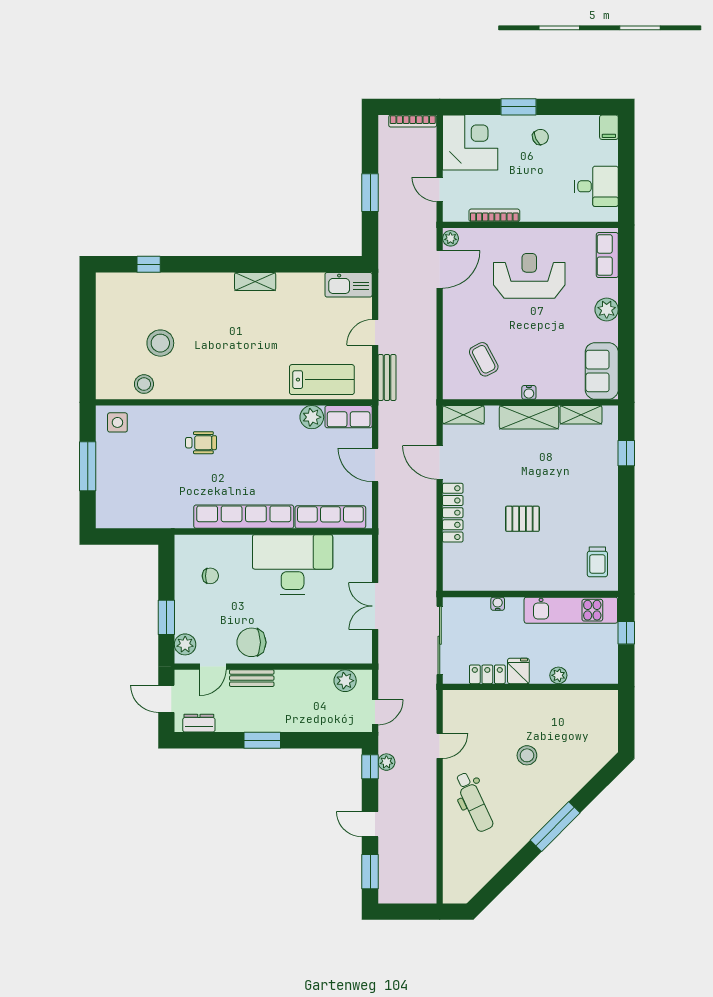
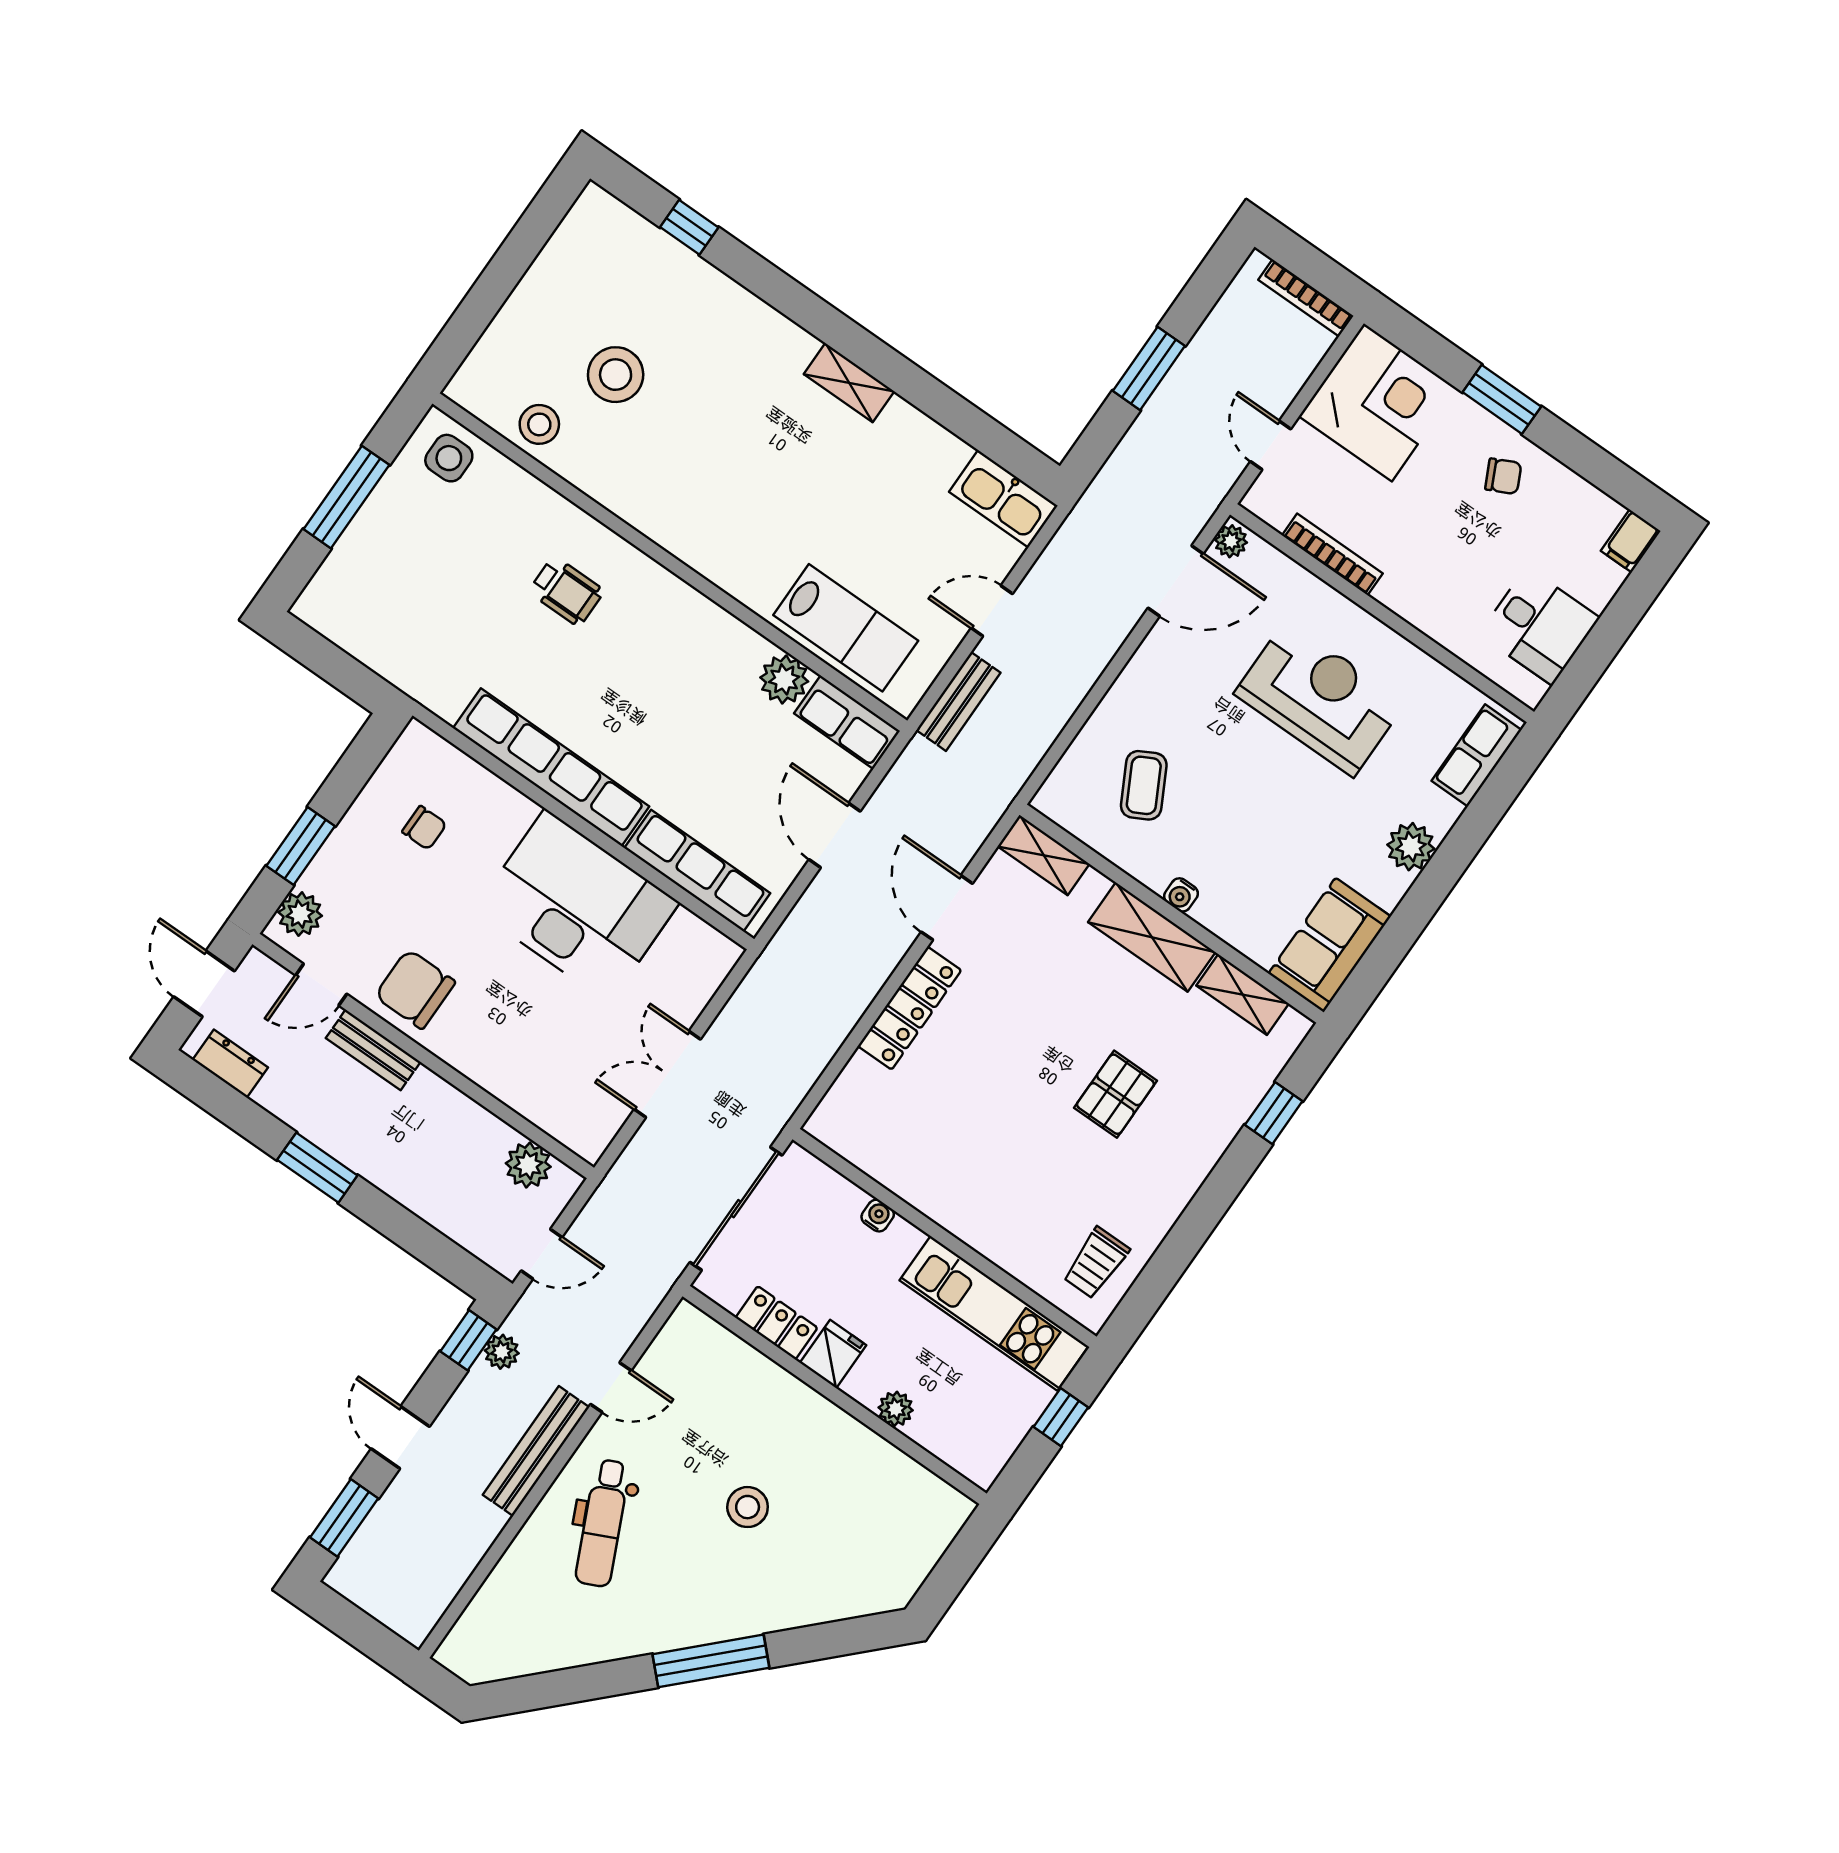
pallet: (522, 519) -> (1115, 1094), moved, turned 90
bench: (428, 792) -> (536, 1451), added

